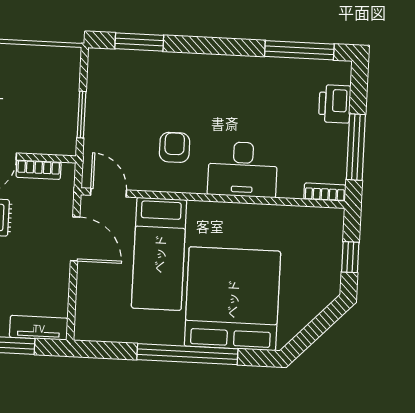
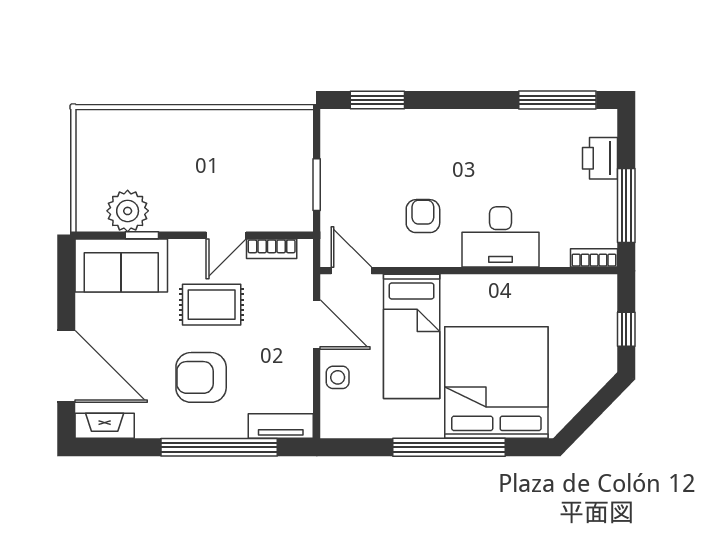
side table: (91, 287) -> (338, 377), added

